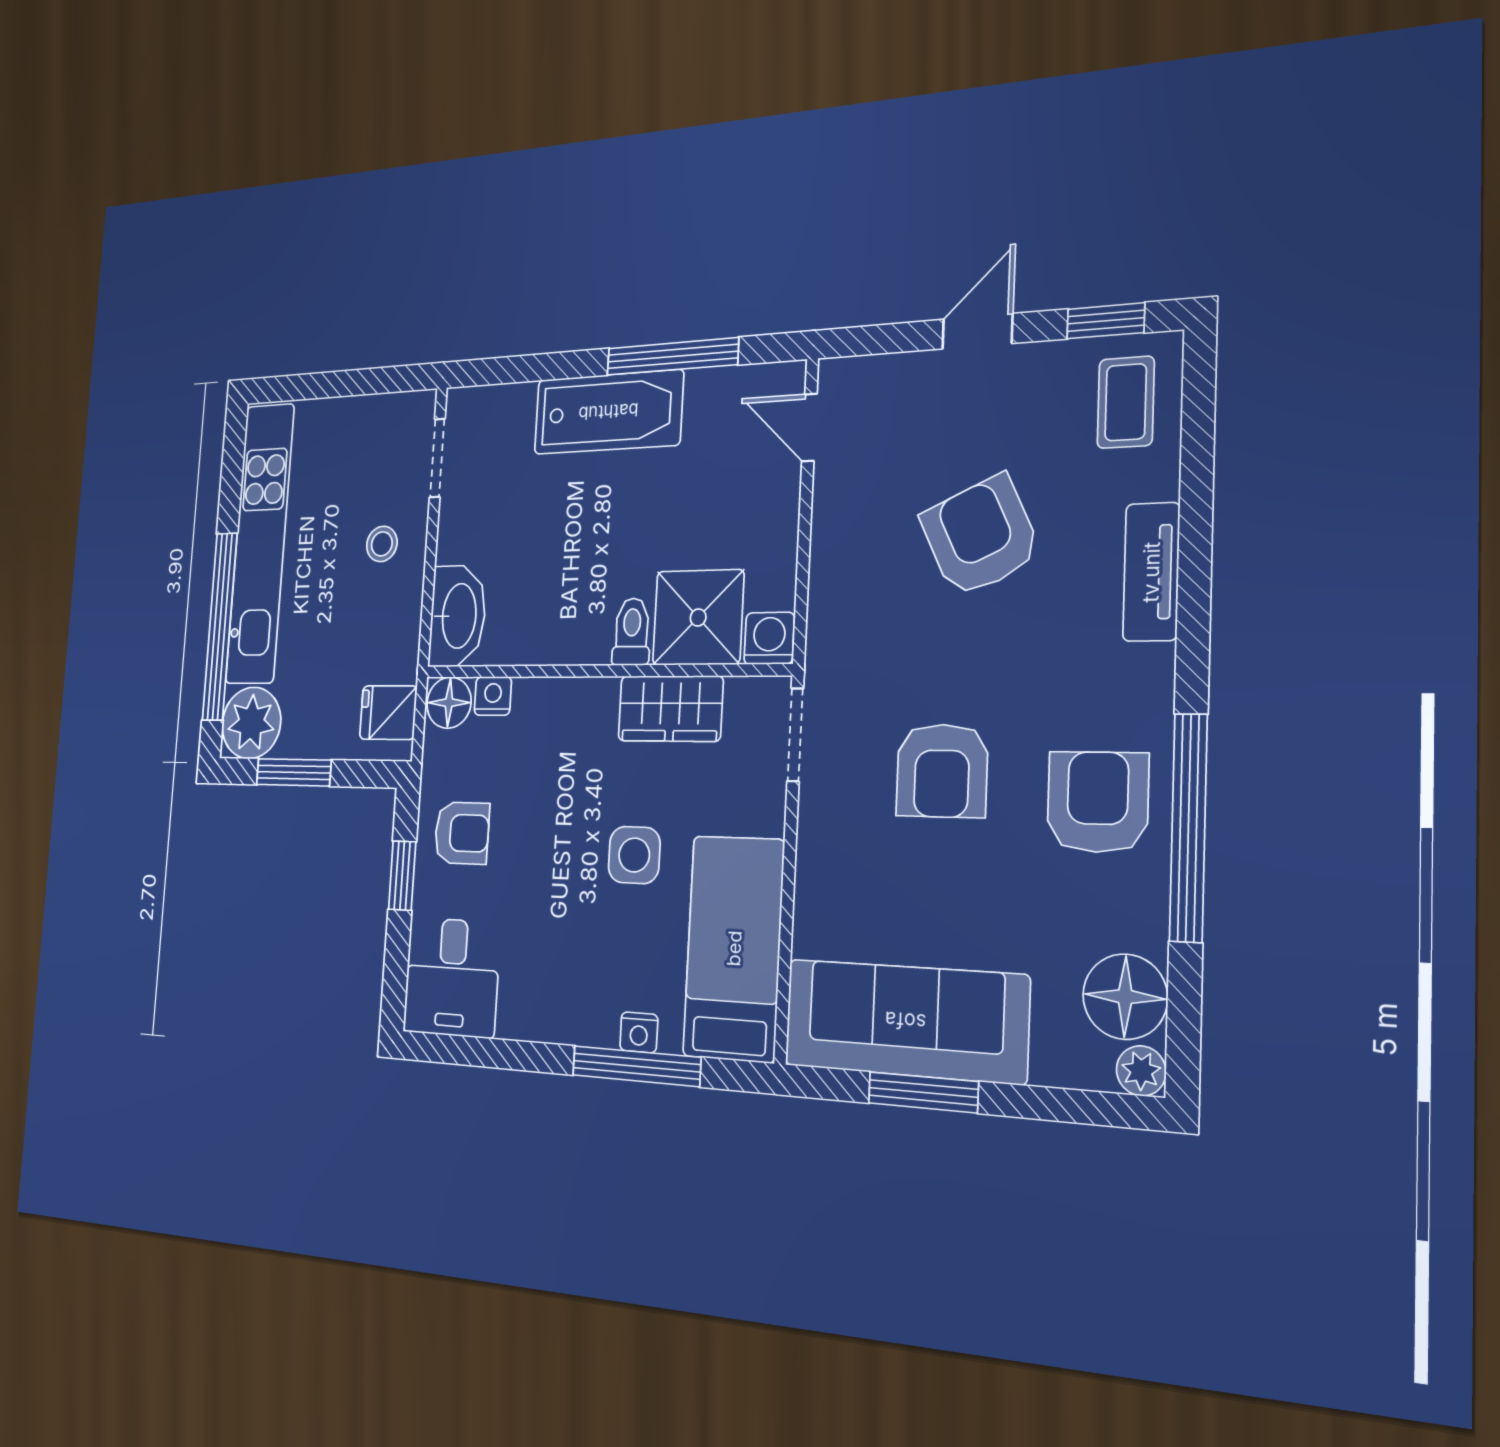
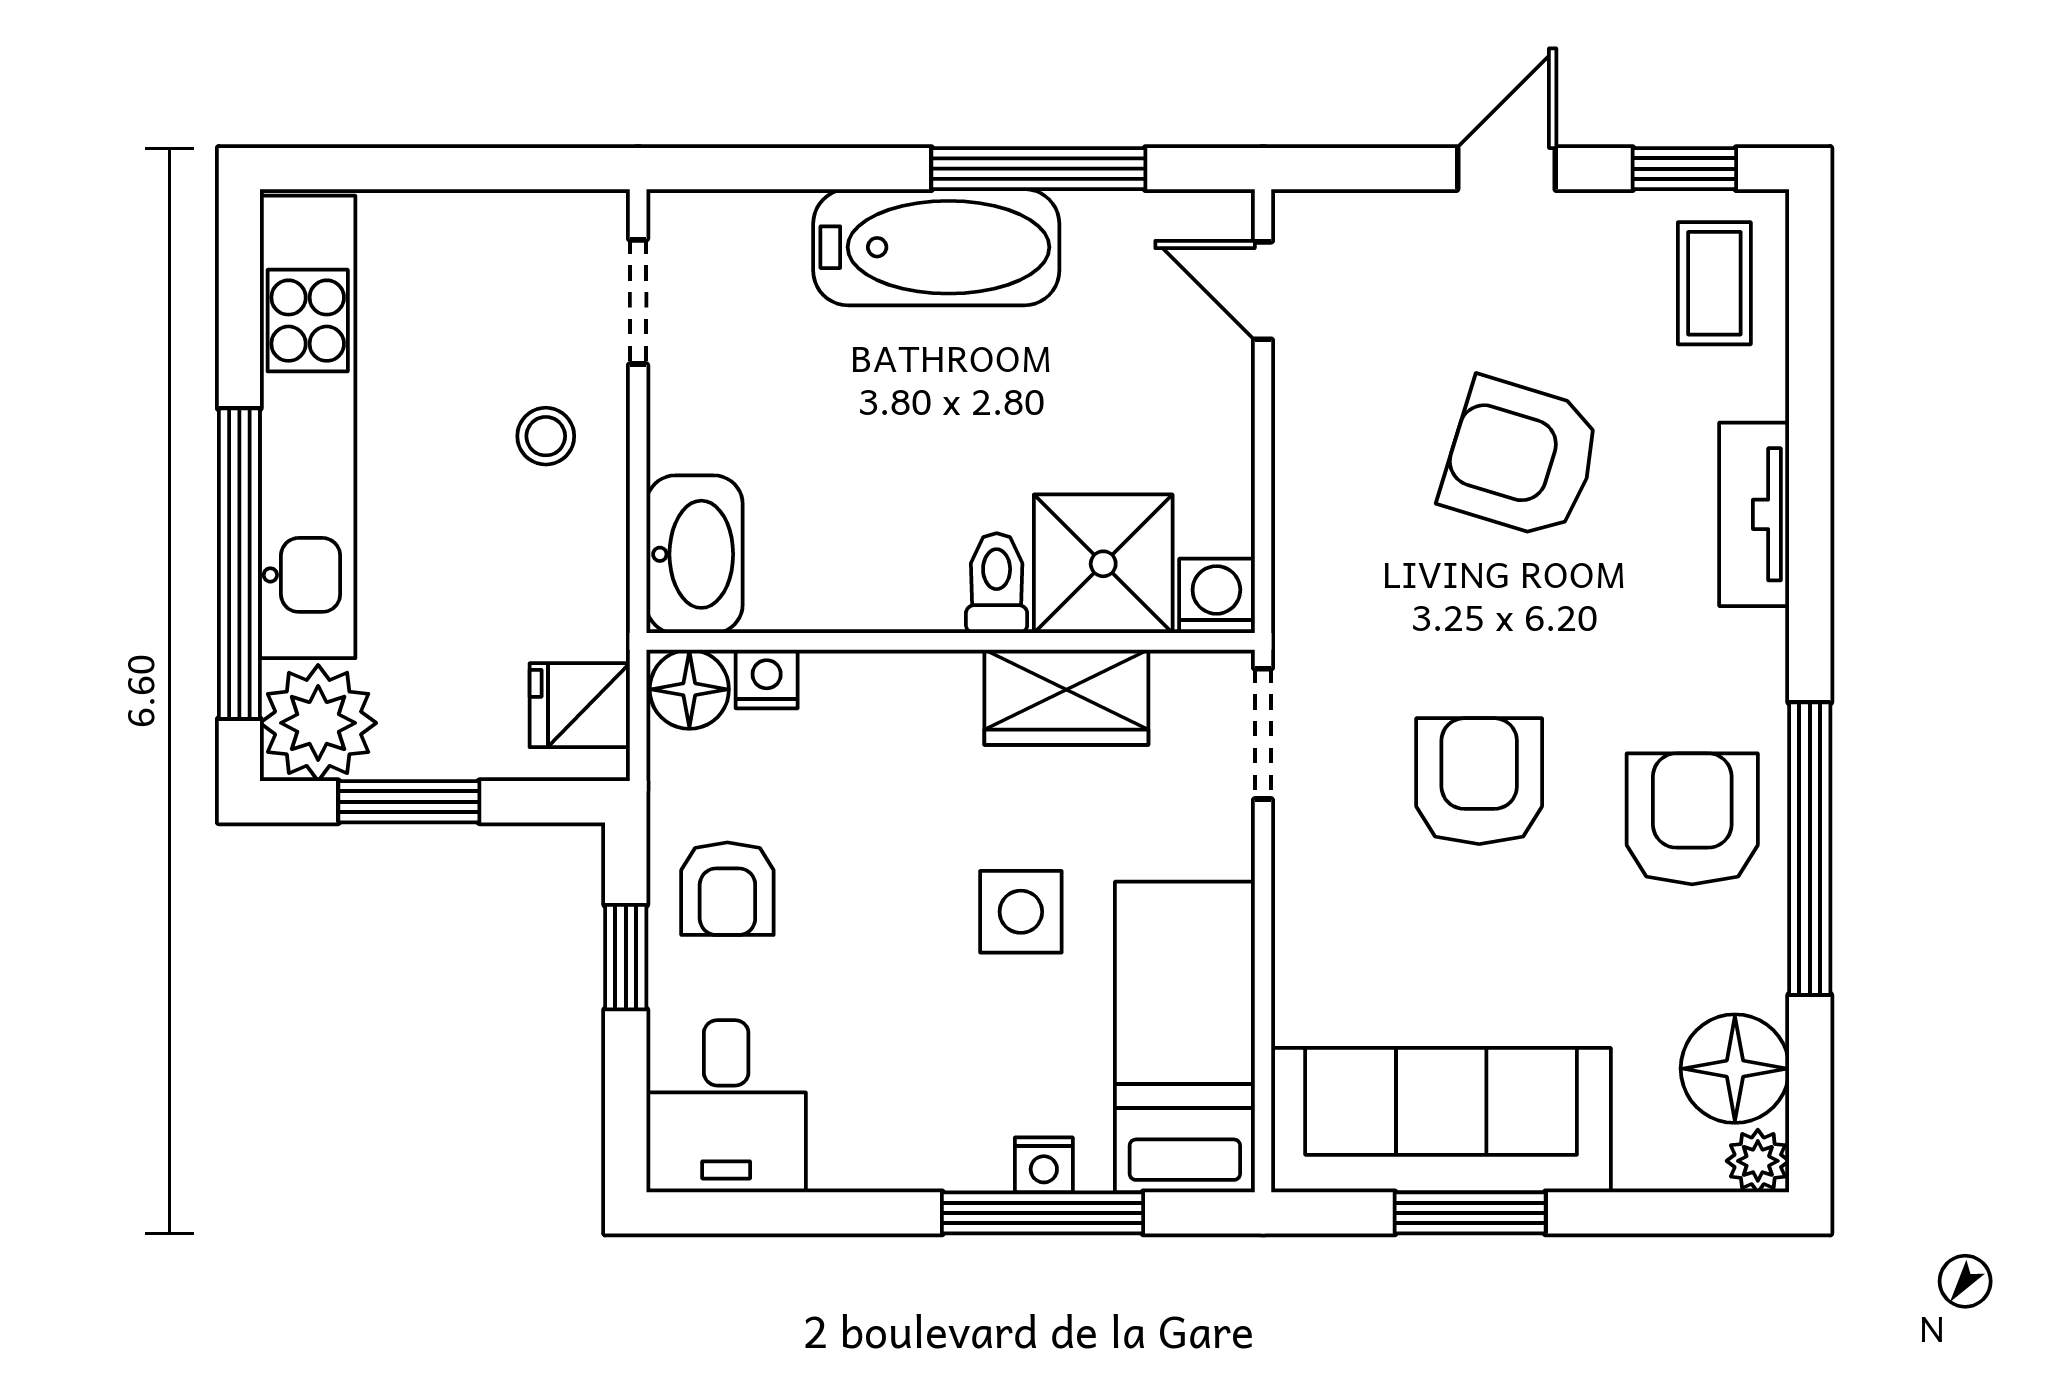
armchair: (980, 536) -> (1521, 458), turned -48
armchair: (942, 771) -> (1479, 781), turned 180
armchair: (462, 833) -> (727, 889), turned 90

